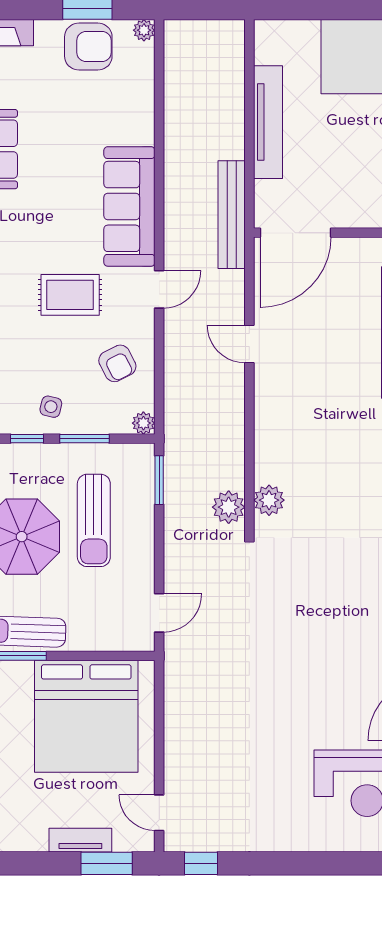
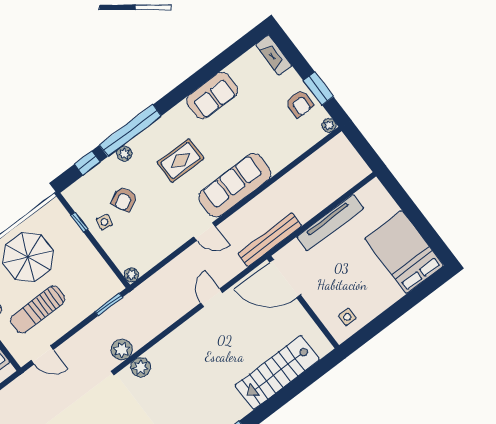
armchair: (88, 47) -> (300, 104), width x0.72, depth x0.72
rug: (70, 295) -> (180, 161), moved, turned 90
armchair: (117, 363) -> (124, 199), moved
window: (84, 439) -> (101, 251), removed
sun lounger: (94, 520) -> (38, 309), moved

